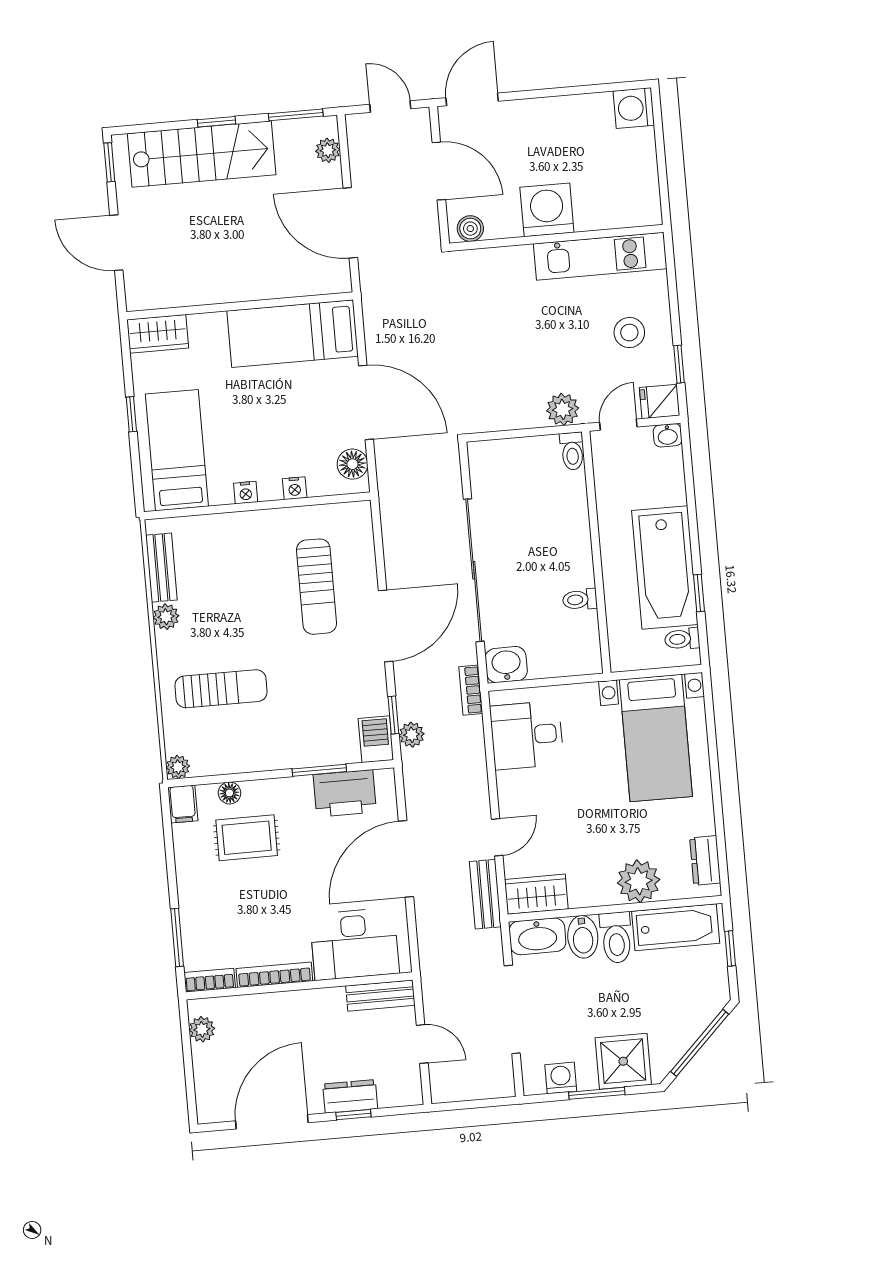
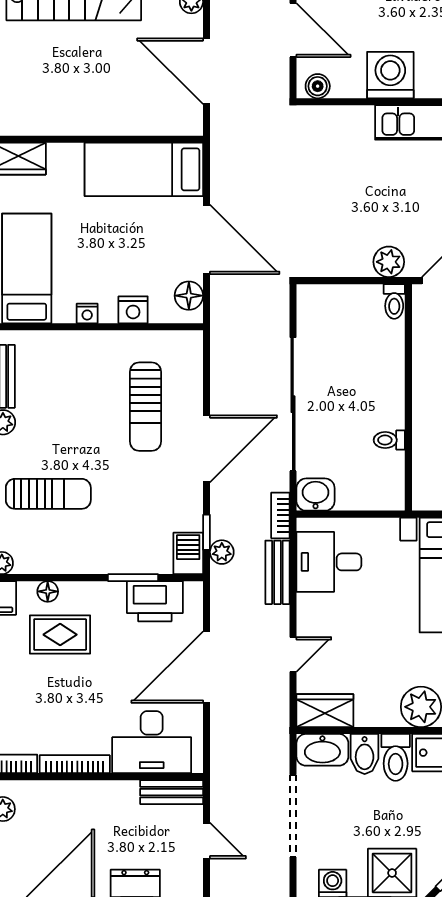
nightstand: (295, 488) -> (133, 310), width x1.39, depth x1.35
bench: (485, 894) -> (277, 572), moved

